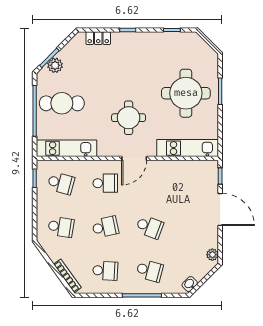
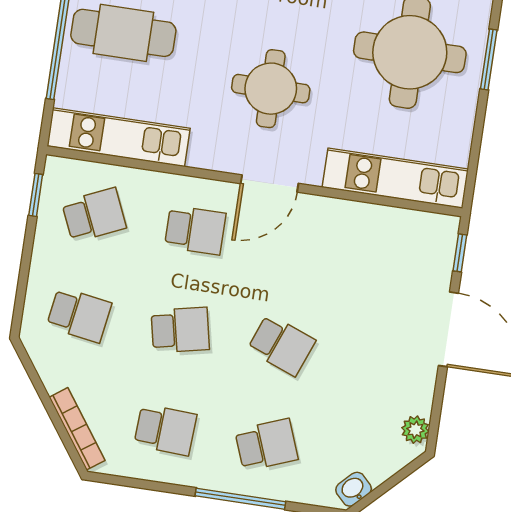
school desk: (61, 183) -> (94, 215), turned -39
school desk: (150, 271) -> (266, 445), turned -36

